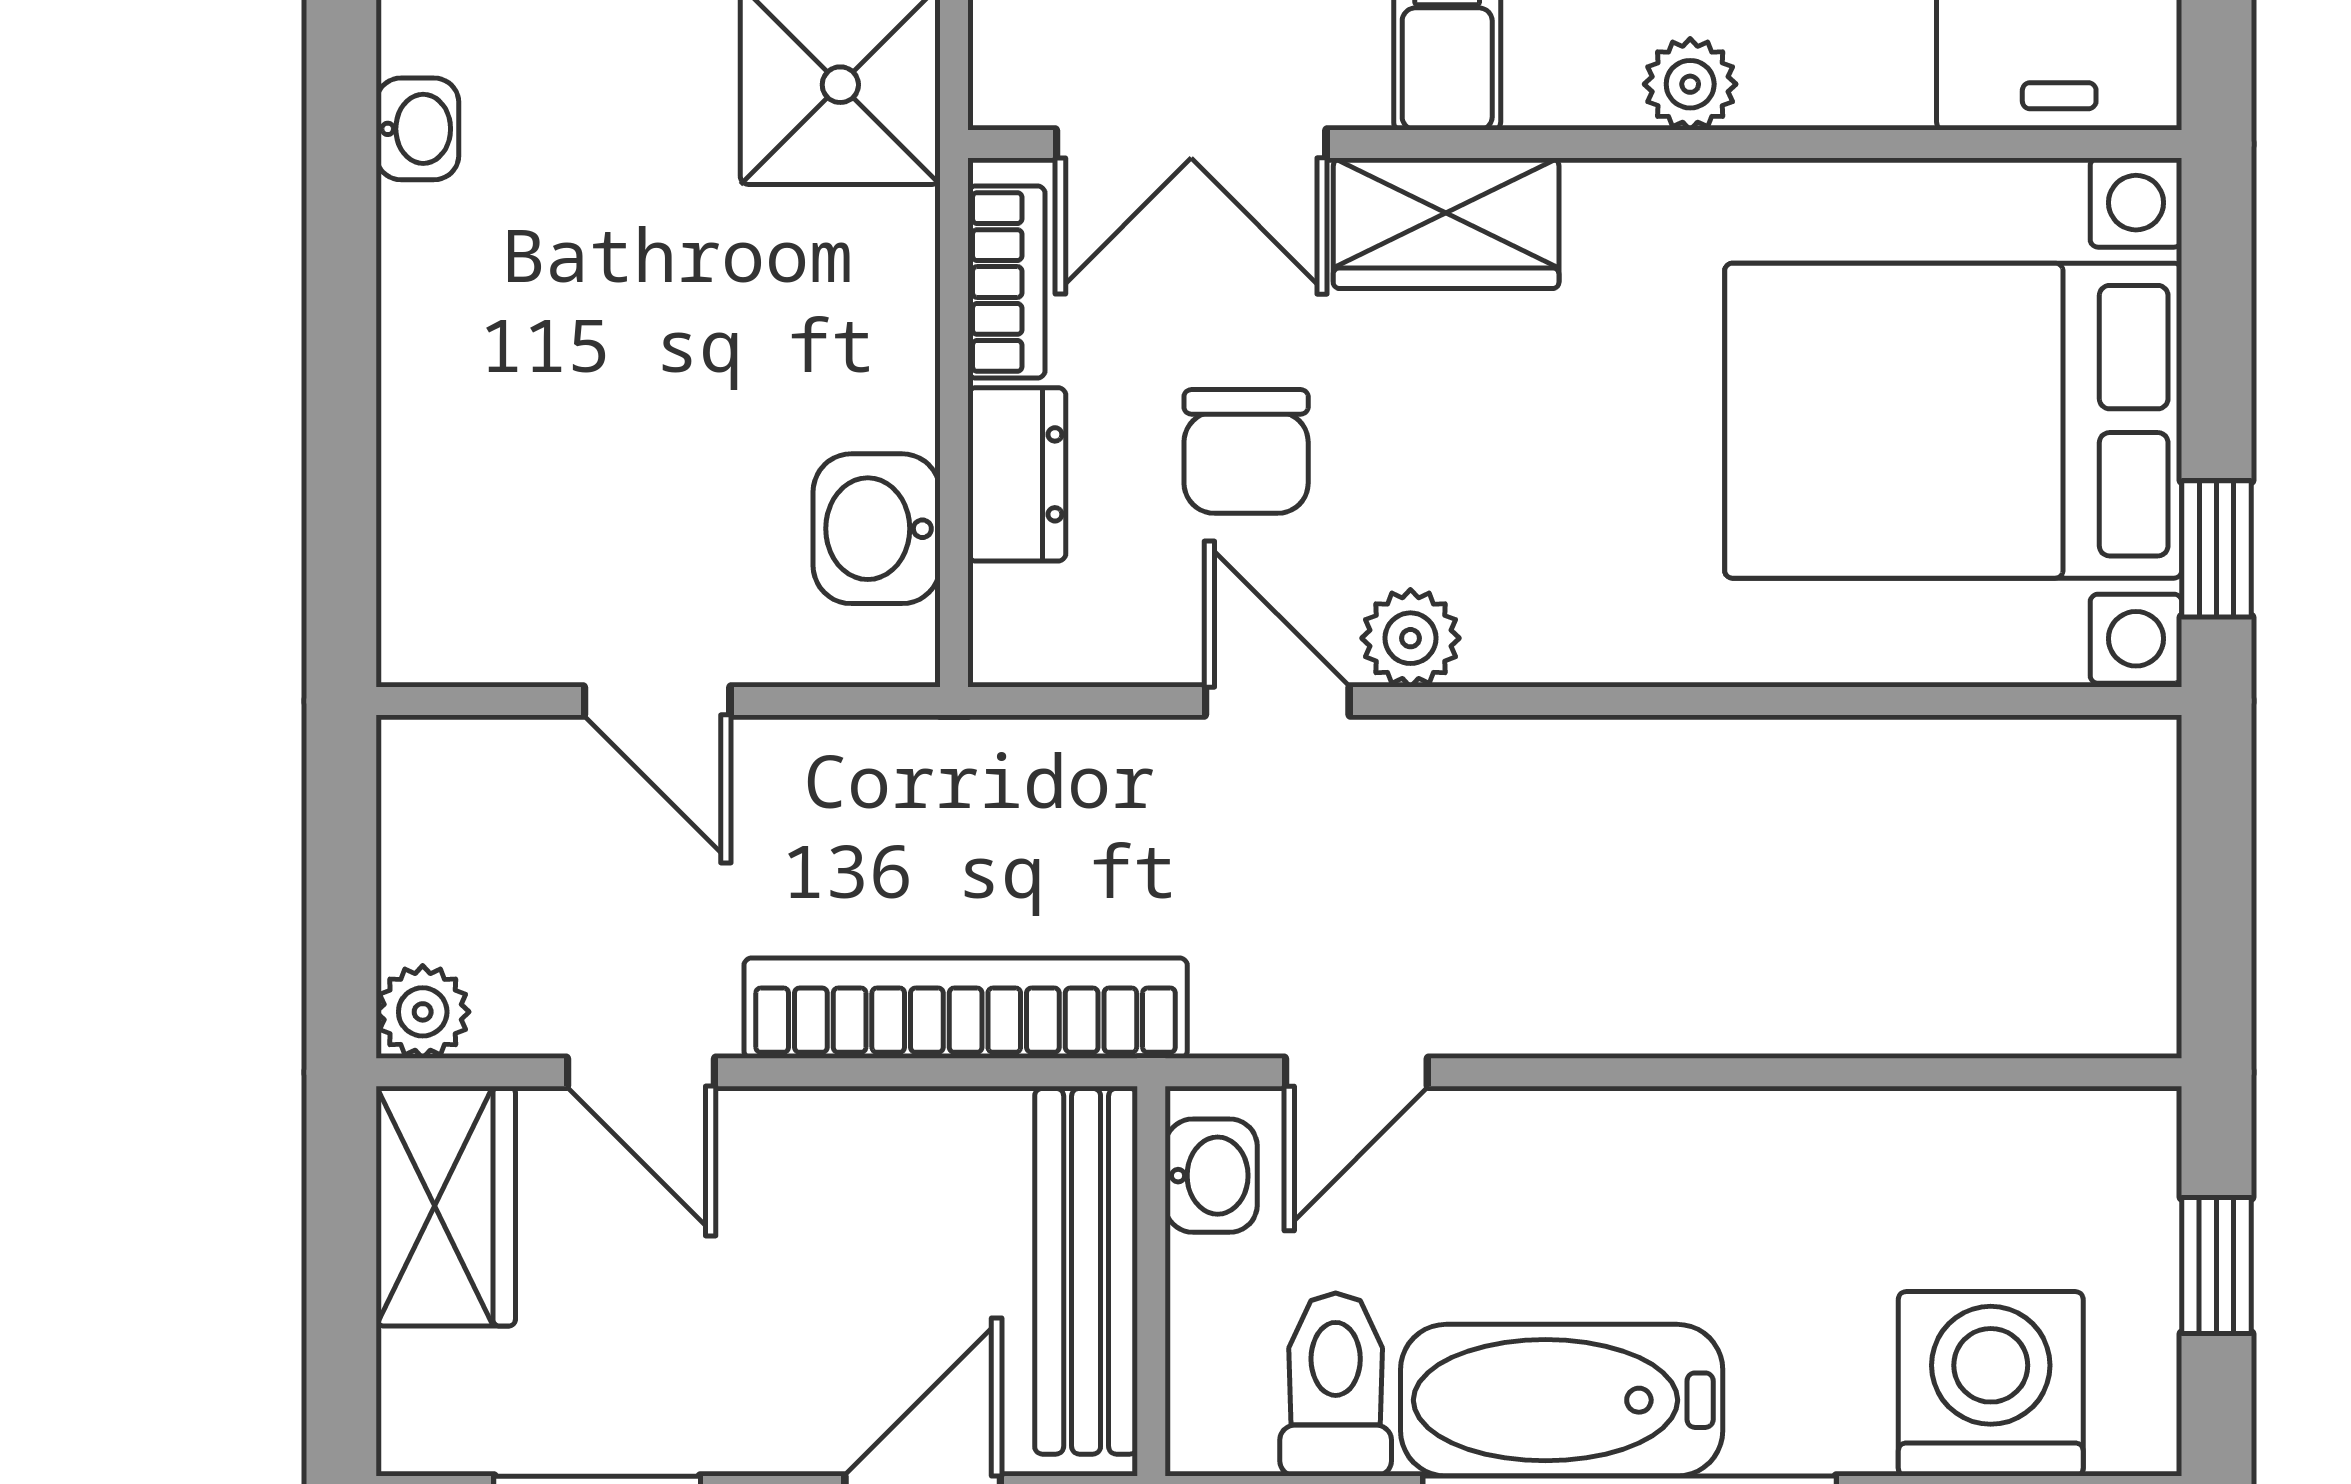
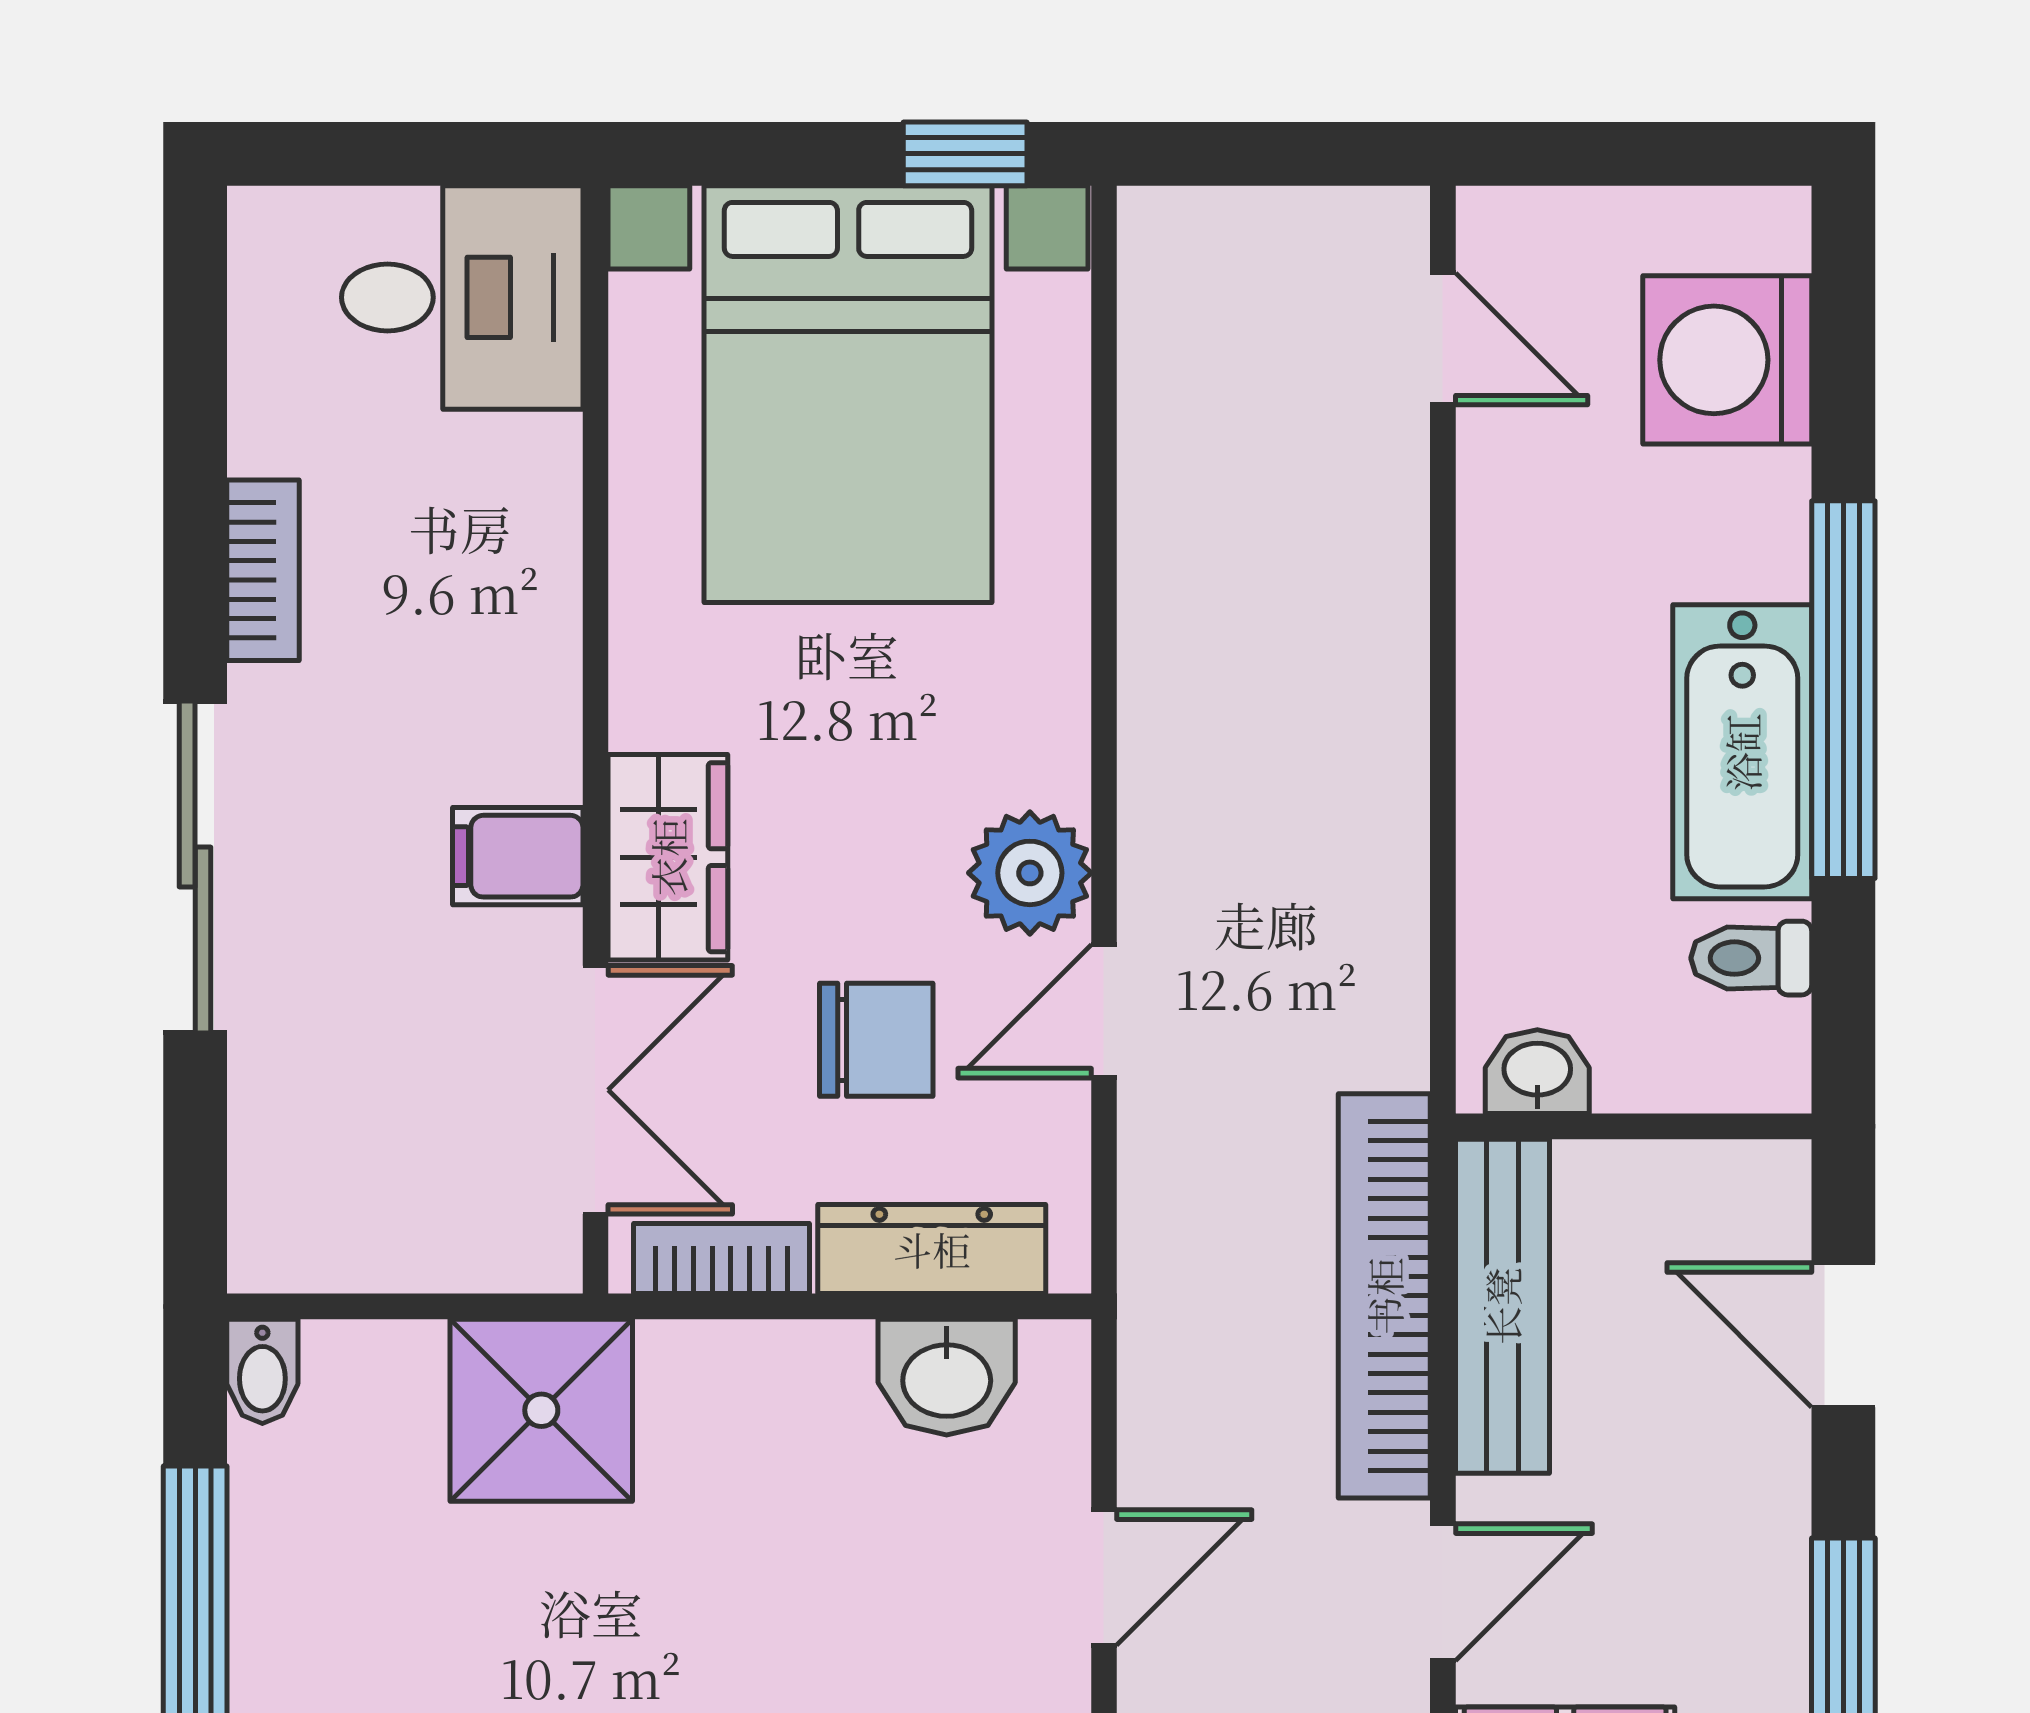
plant: (1690, 84) -> (541, 634), removed
dresser: (1017, 474) -> (932, 1249), width x1.44
plant: (1410, 638) -> (1030, 873), width x1.38, depth x1.38
door: (1356, 1072) -> (1443, 339), moved
window: (2216, 1266) -> (1619, 154), removed
bench: (1086, 1271) -> (1502, 1306), moved, turned 90
toilet: (1336, 1385) -> (1751, 958), width x0.73, depth x0.72

